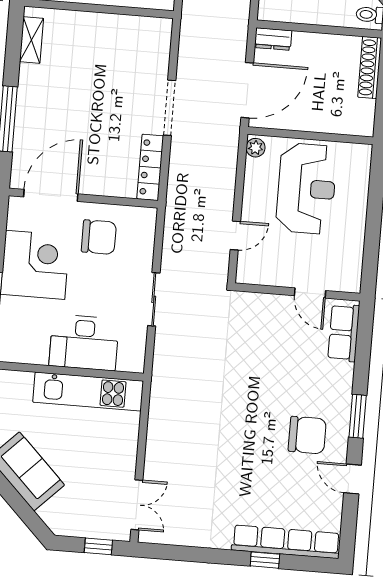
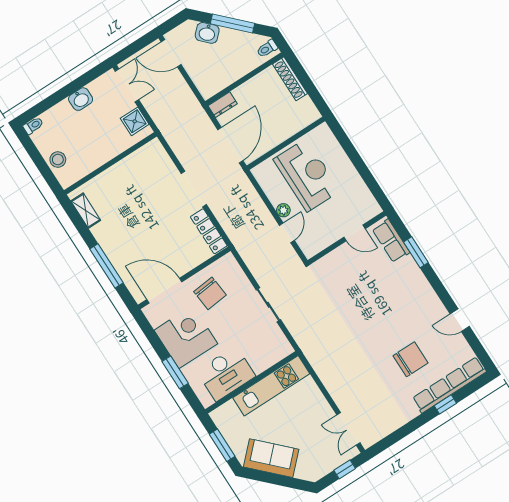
plant: (256, 148) -> (283, 210), moved
door: (51, 195) -> (164, 291), hinge flipped
chair: (99, 237) -> (210, 293), turned 84
desk: (84, 342) -> (226, 374), moved
window: (358, 416) -> (416, 252), moved
chair: (307, 435) -> (410, 359), moved
double door: (137, 505) -> (348, 429), swing flipped

